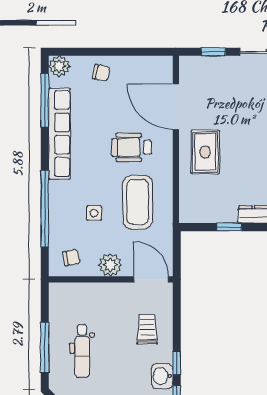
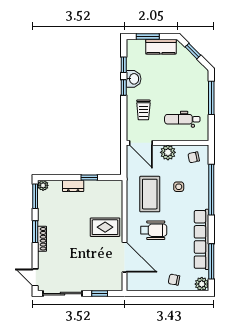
rug: (205, 152) -> (105, 227), turned 90
dental chair: (82, 351) -> (182, 119), moved, turned -90

